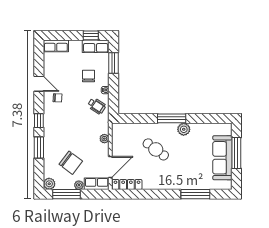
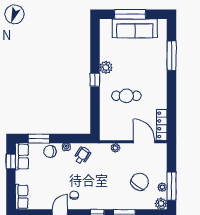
chair: (88, 76) -> (50, 151), moved
window: (172, 118) -> (95, 80), width x0.46
cafe table: (156, 149) -> (126, 96), turned 53
row of seats: (97, 184) -> (161, 156), removed
plant: (79, 185) -> (162, 187), moved

